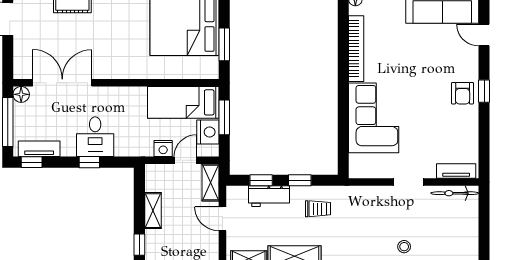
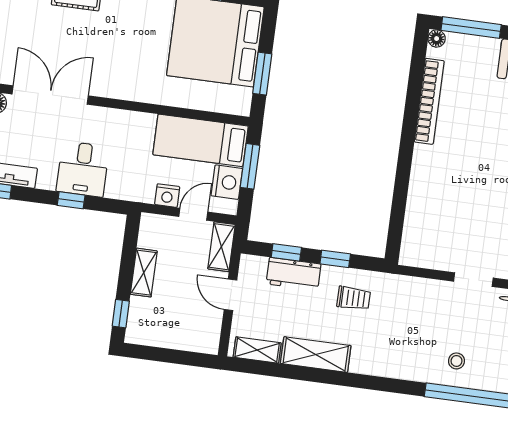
corner sofa: (374, 118) -> (440, 192), removed

